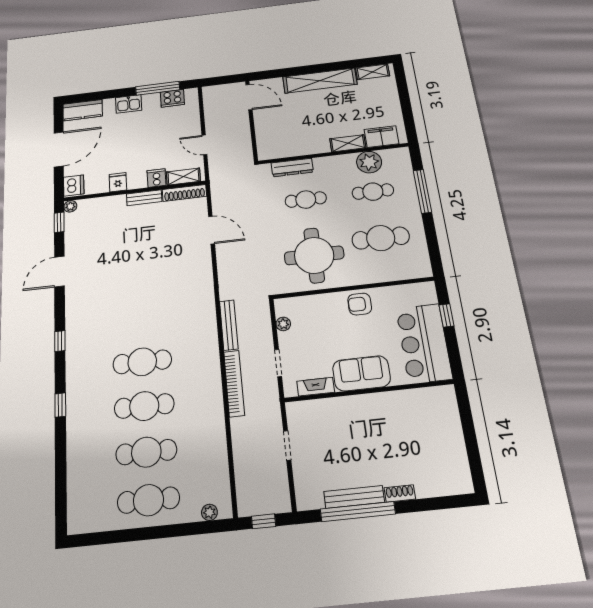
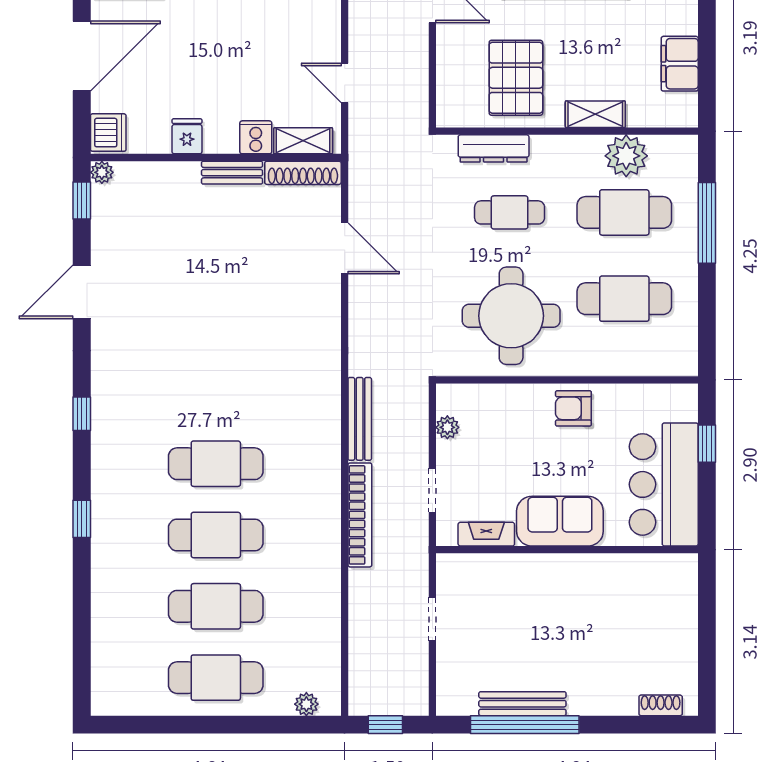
pallet: (300, 131) -> (516, 78), added
filing cabinet: (381, 137) -> (680, 64), moved, turned -90
cafe table: (373, 192) -> (624, 212), width x1.37, depth x1.35
shoe rack: (400, 493) -> (661, 705), moved

